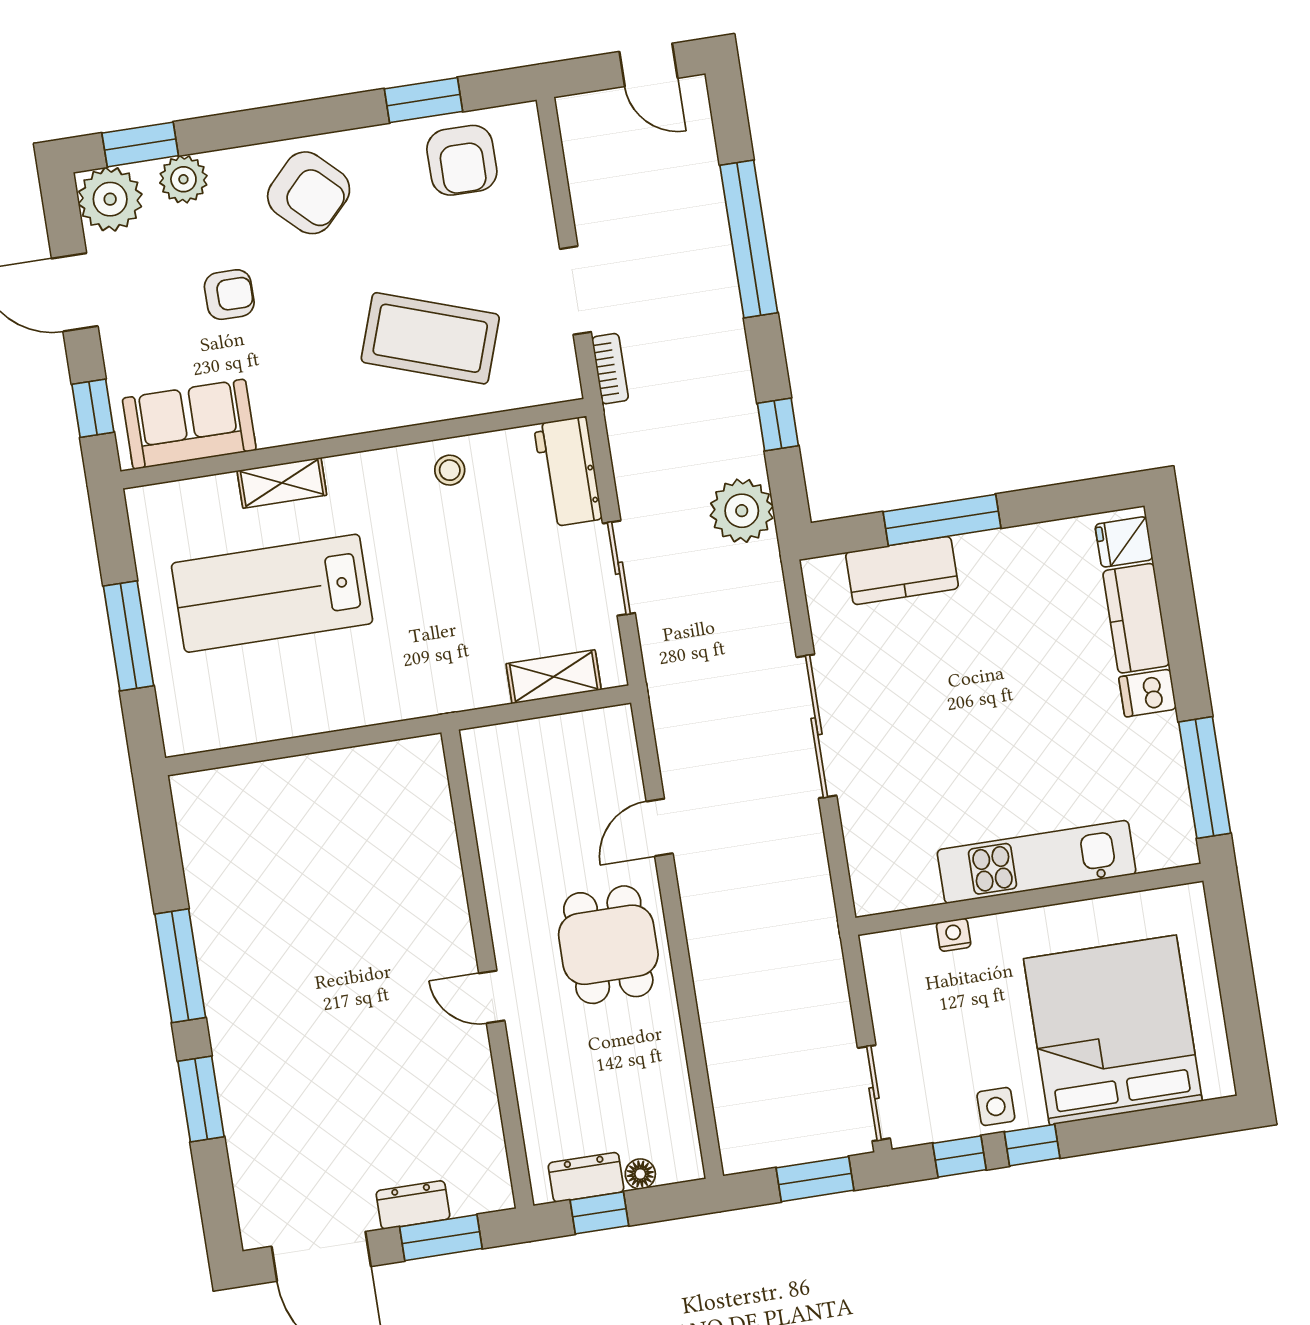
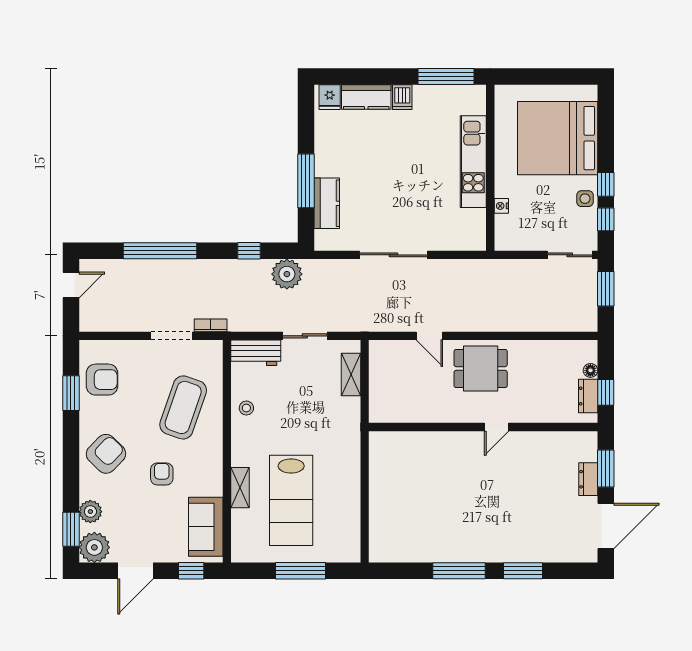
armchair: (229, 295) -> (162, 474), moved

